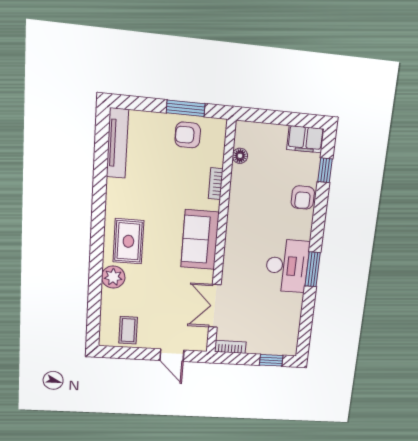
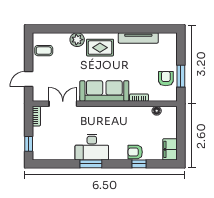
tv unit: (117, 143) -> (138, 38), moved
window: (325, 170) -> (139, 164), moved
sofa: (200, 240) -> (104, 91), width x1.36

